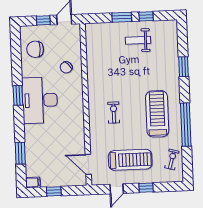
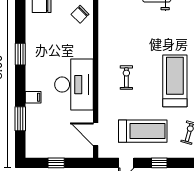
chair: (66, 67) -> (80, 14), moved
desk: (40, 100) -> (74, 85), moved, turned 180
filing cabinet: (33, 182) -> (33, 97), moved

